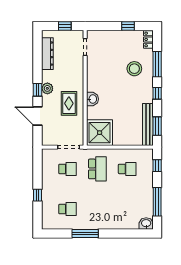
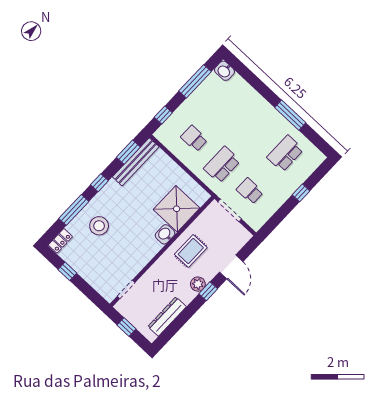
shower: (100, 133) -> (177, 209), moved
school desk: (68, 209) -> (285, 153), width x1.85

